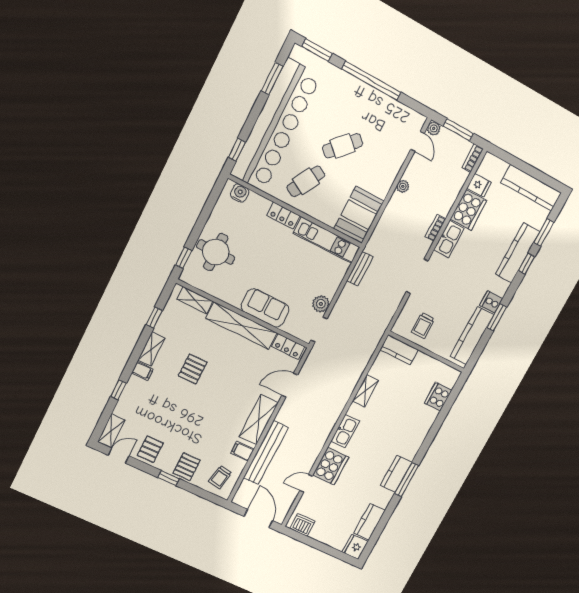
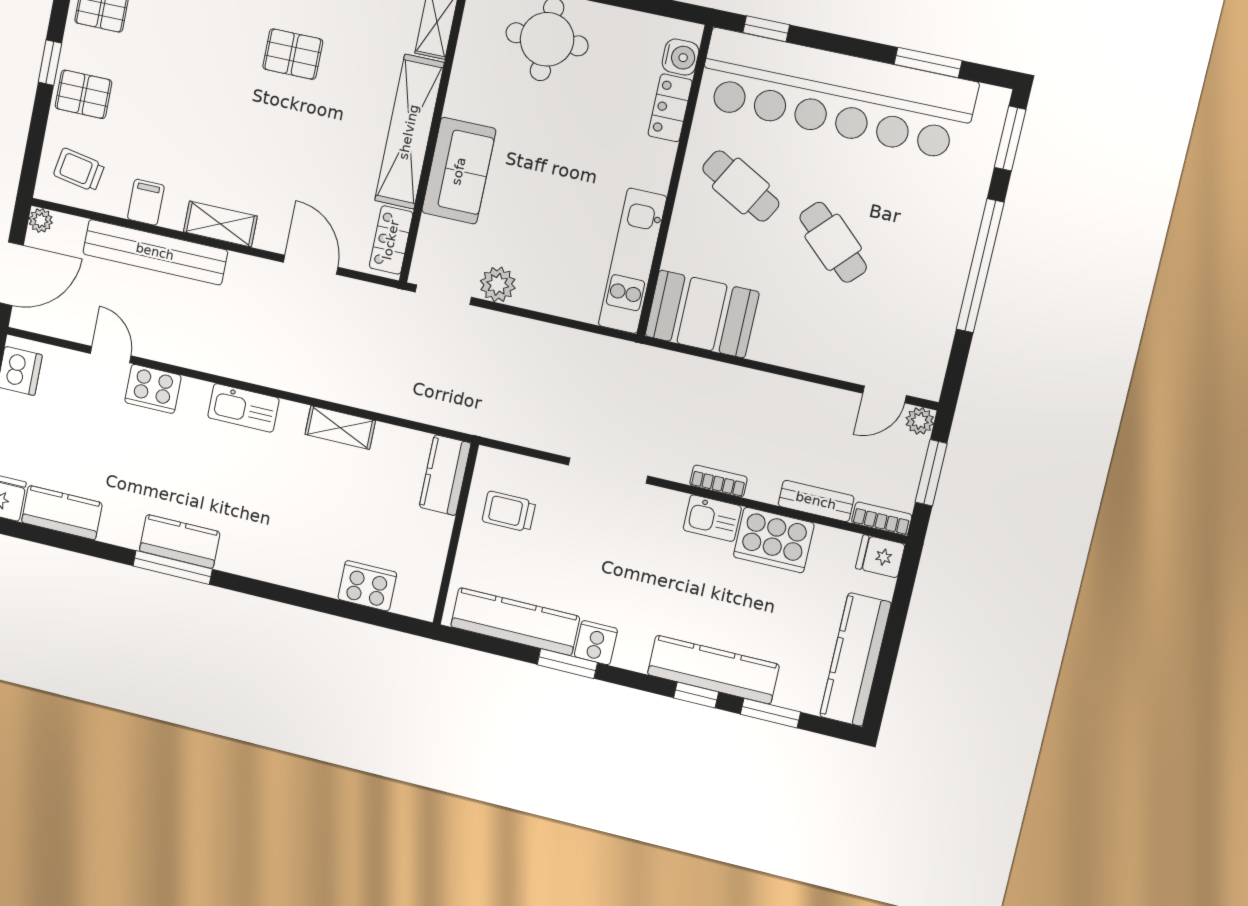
fridge: (479, 185) -> (880, 556), moved, turned 90
plant: (403, 186) -> (41, 220), moved
locker: (284, 215) -> (670, 108), moved
kitchen sink: (449, 239) -> (712, 518), width x0.73
bench: (360, 269) -> (816, 501), moved
shelving: (259, 420) -> (220, 224), width x0.67, depth x0.75
cooker: (331, 466) -> (153, 389), width x0.73, depth x0.76

